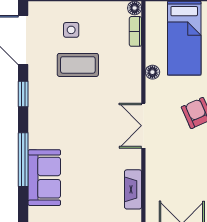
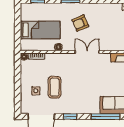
double door: (143, 126) -> (87, 52), swing flipped

